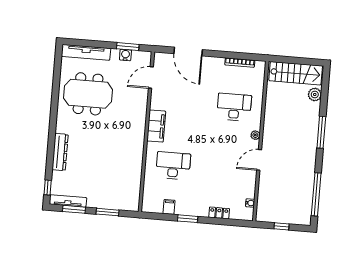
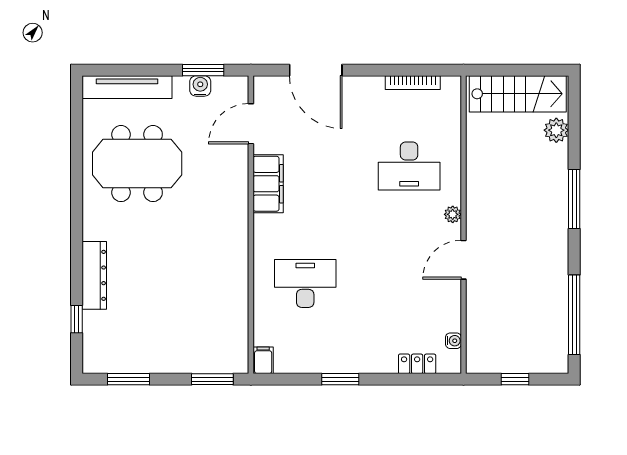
desk: (234, 107) -> (409, 166), turned 180
filing cabinet: (156, 126) -> (268, 184), moved
window: (48, 188) -> (77, 319), moved
tv unit: (68, 201) -> (116, 365), removed
filing cabinet: (169, 207) -> (263, 360), moved
window: (107, 212) -> (212, 379), moved
locker: (219, 213) -> (417, 364), moved

